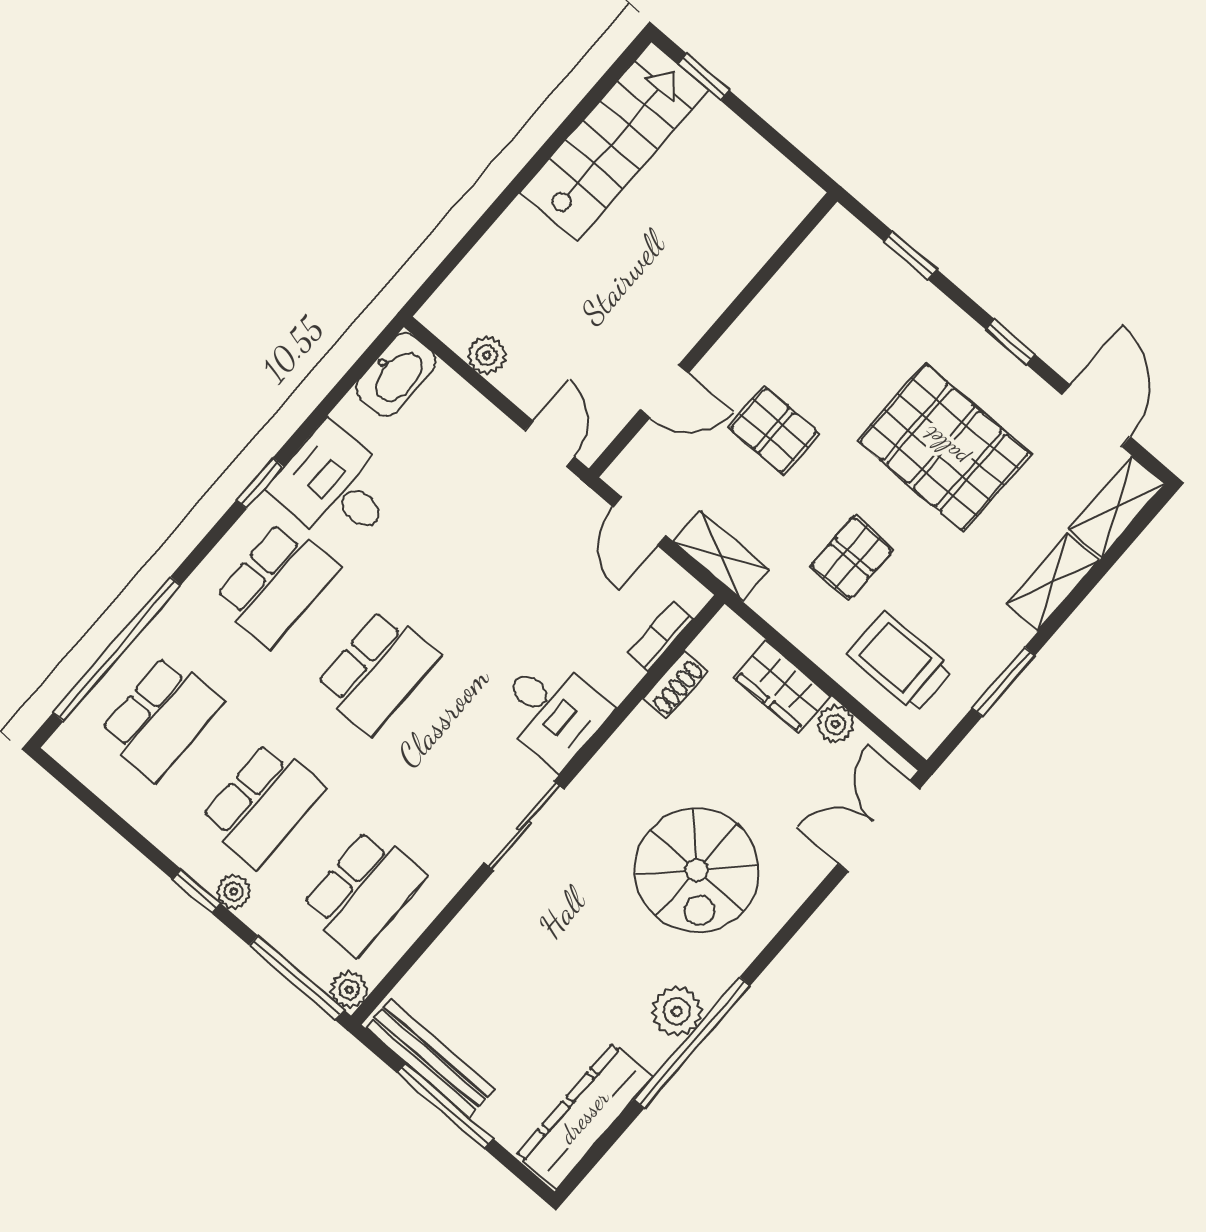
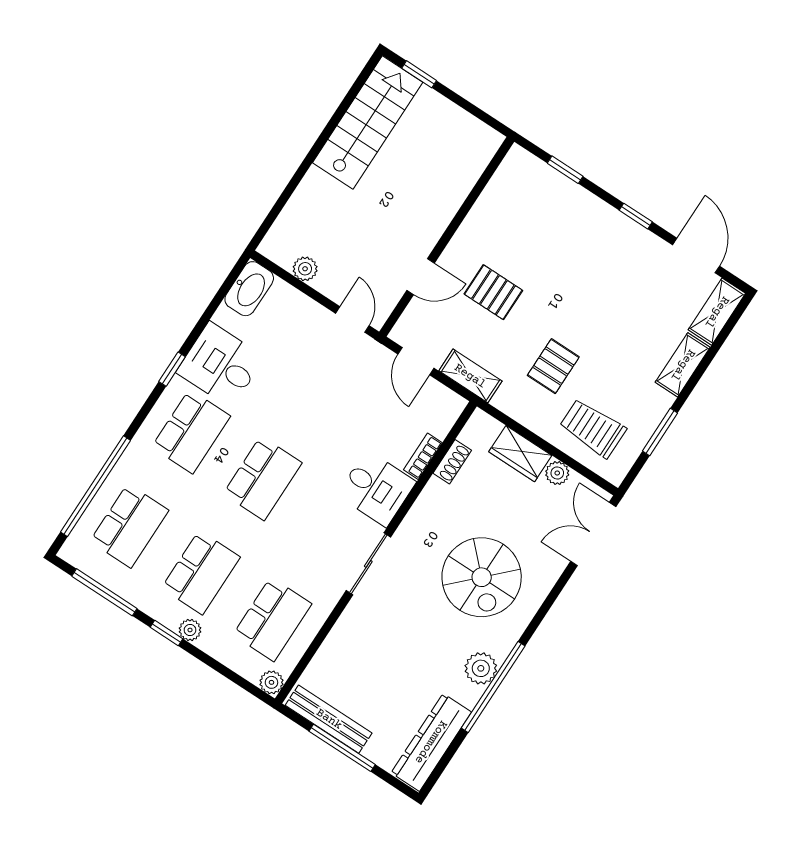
pallet: (944, 447) -> (603, 288), removed
bookcase: (661, 636) -> (423, 456), moved
window: (297, 978) -> (104, 592), moved

